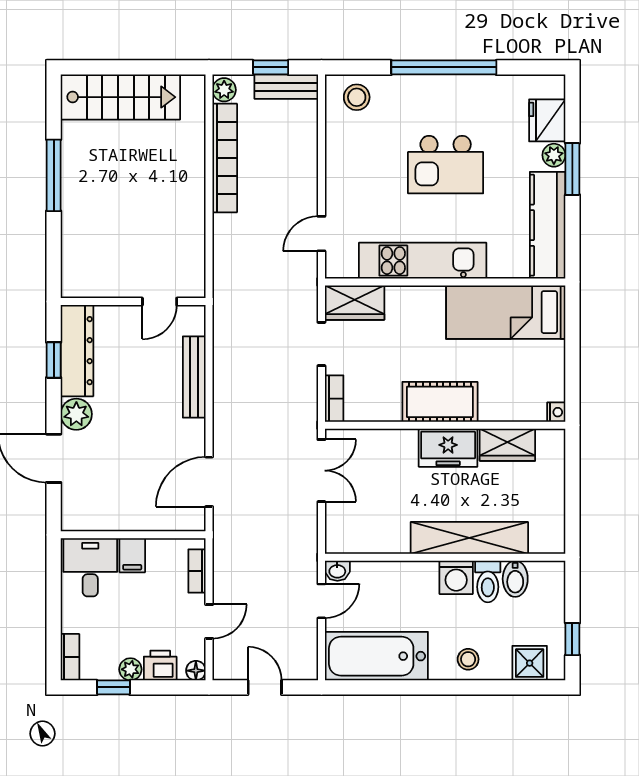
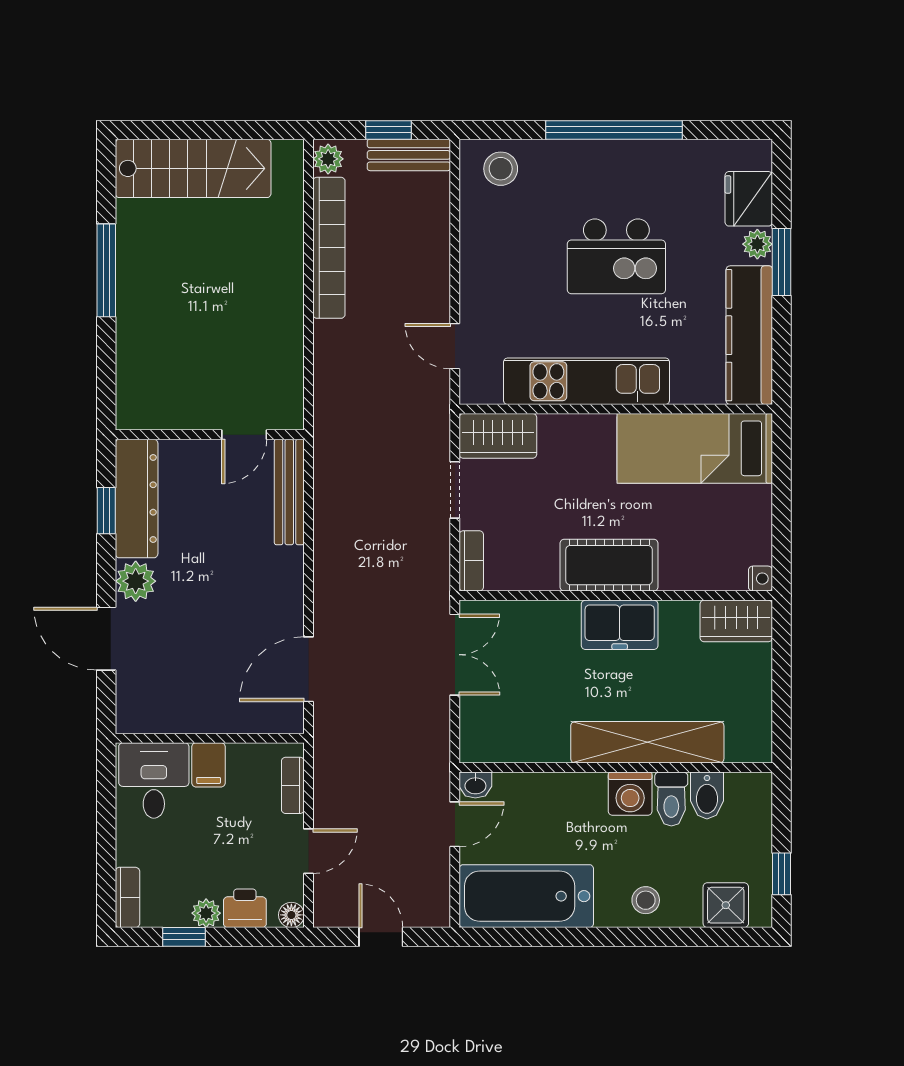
door: (321, 234) -> (455, 346), hinge flipped
bench: (194, 377) -> (289, 492), moved
wardrobe: (507, 445) -> (736, 621), moved

